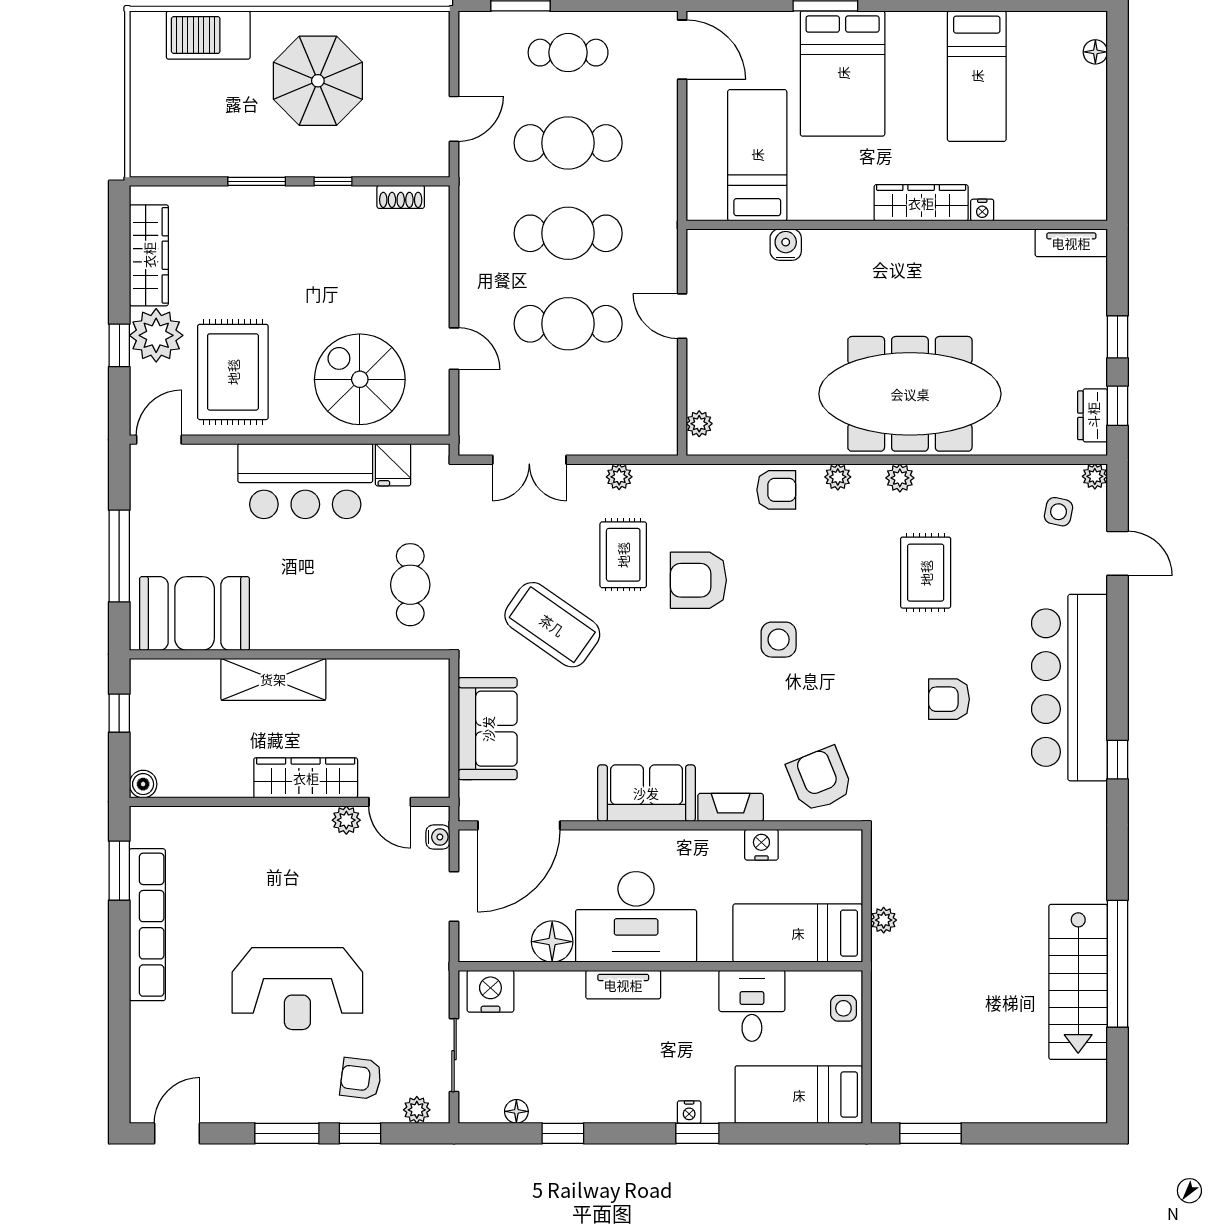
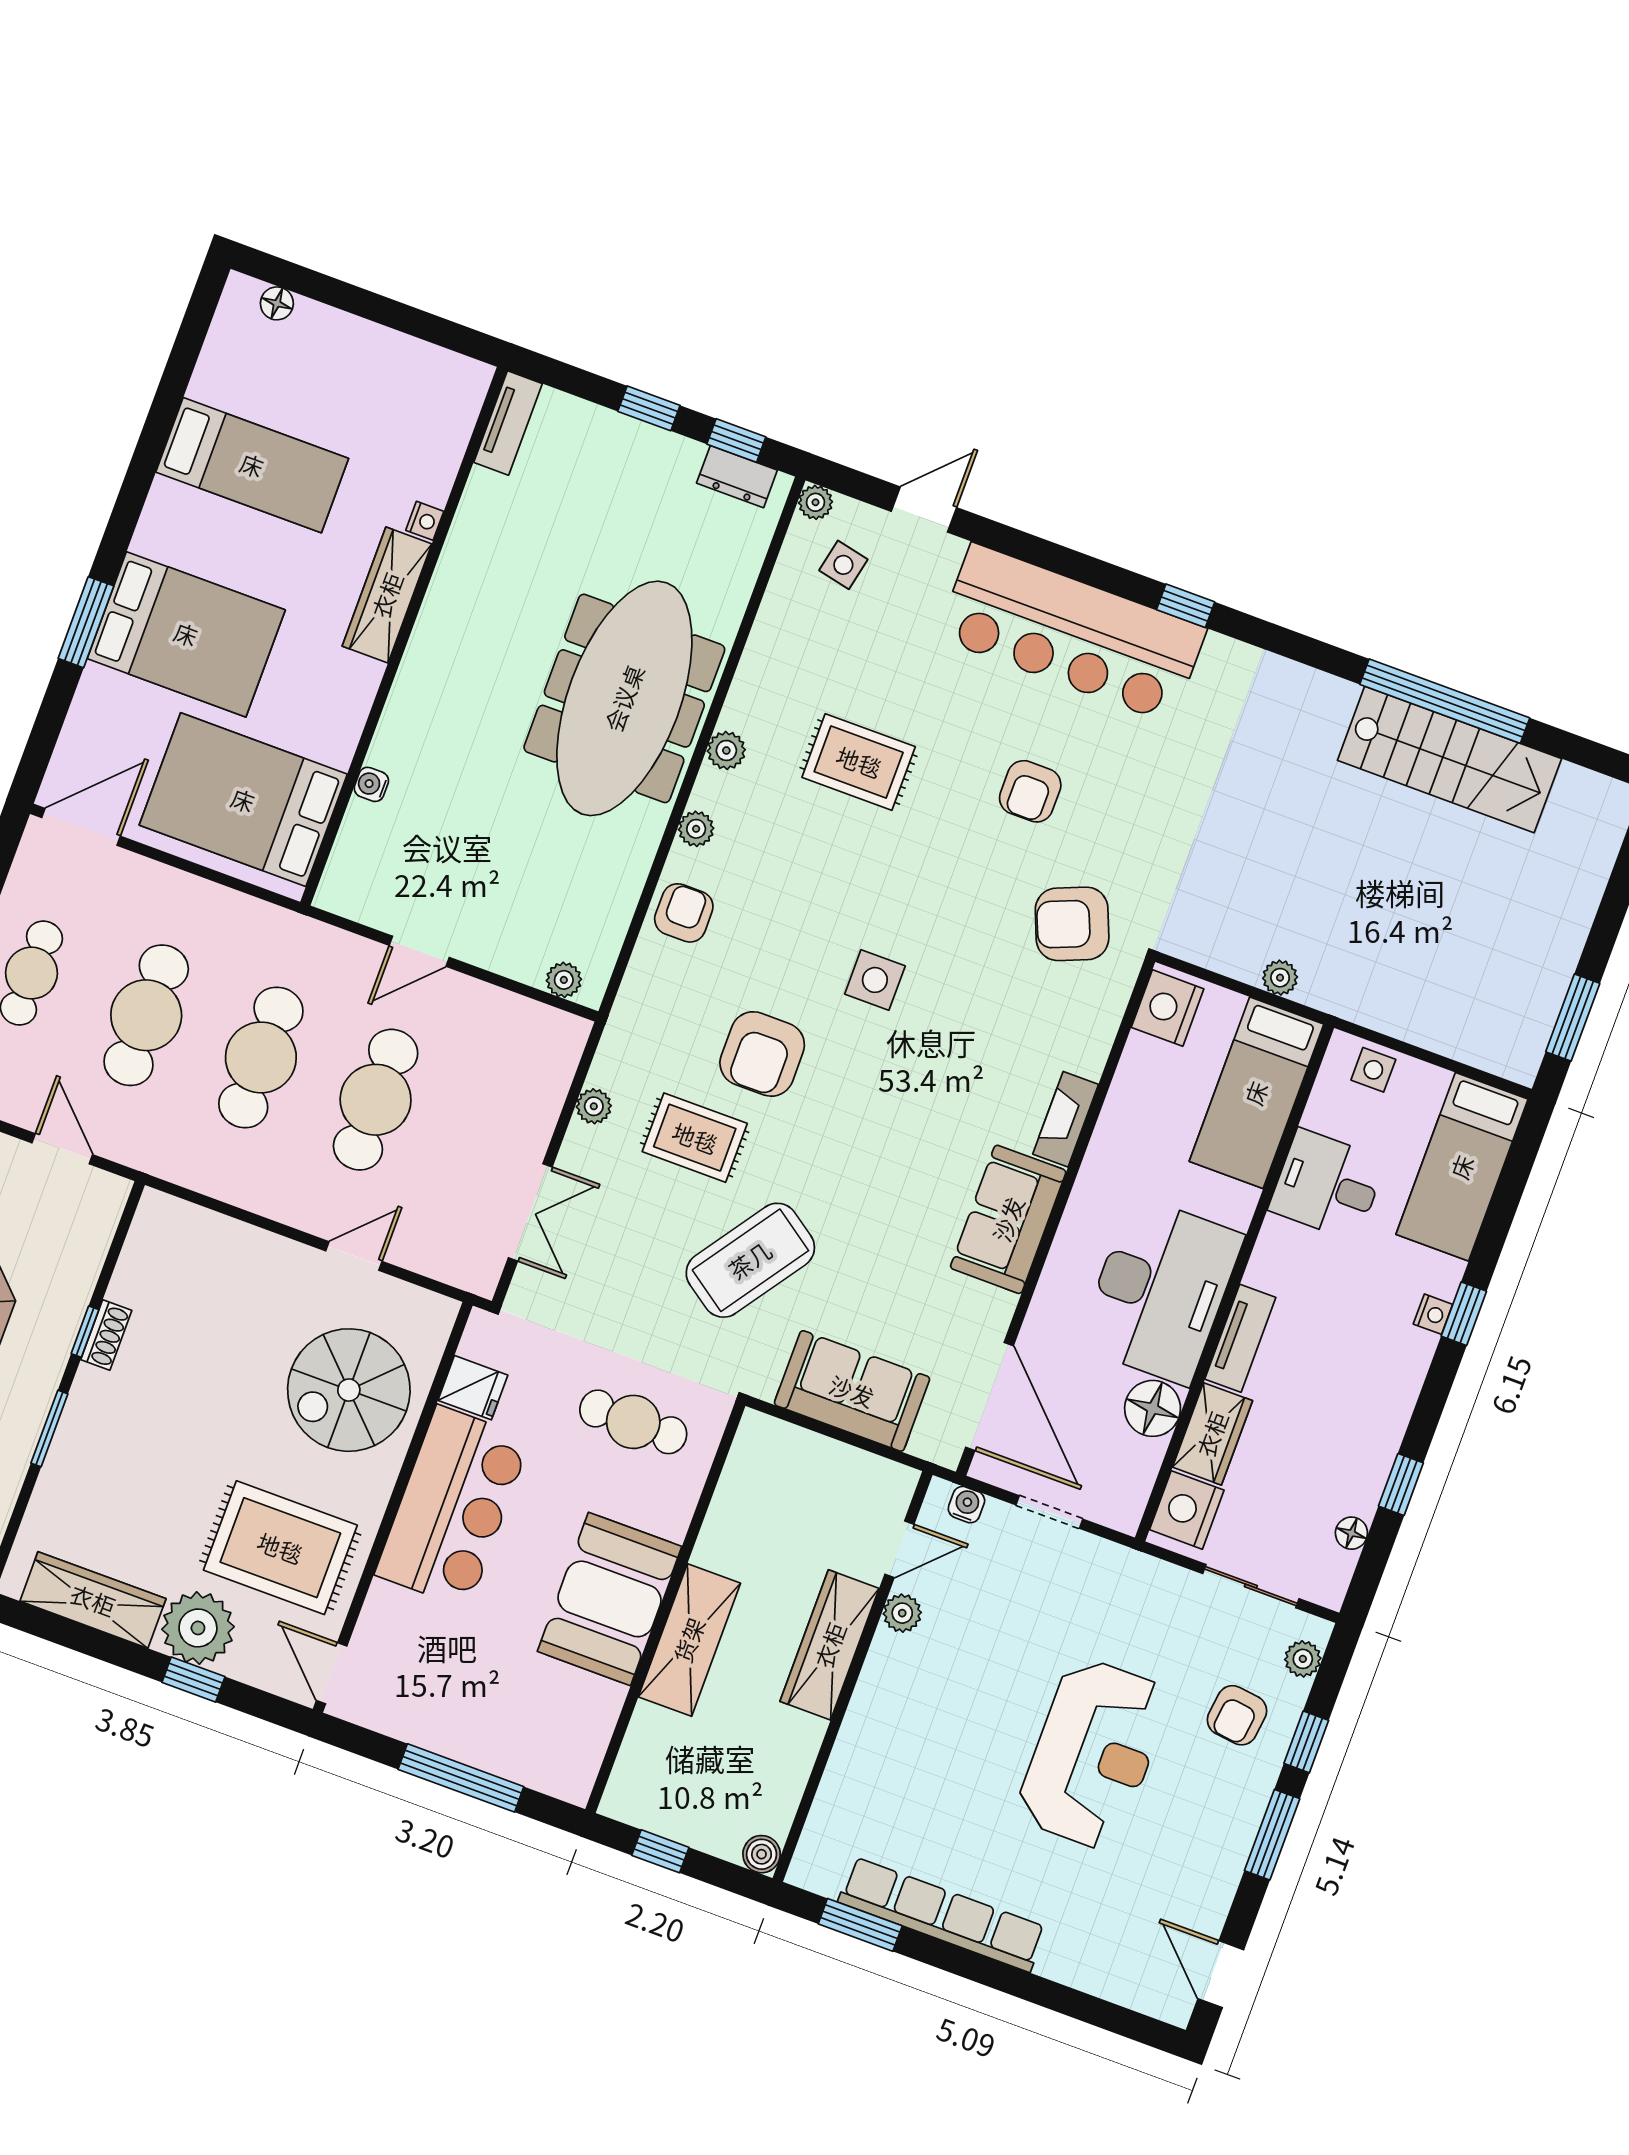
bed: (757, 155) -> (243, 800), width x1.50
shoe rack: (401, 197) -> (106, 1335), moved
water cooler: (786, 245) -> (371, 784), width x0.72, depth x0.72
booth: (195, 613) -> (610, 1599), moved
armchair: (820, 779) -> (1072, 924), moved
nightstand: (761, 845) -> (1168, 1008), moved, width x1.36, depth x1.33
wardrobe: (550, 990) -> (1212, 1434), added

